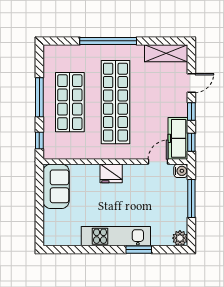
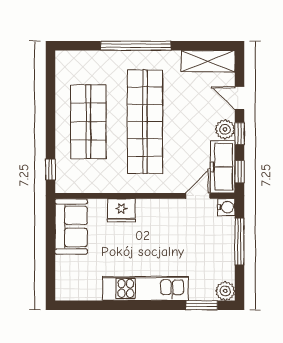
door: (191, 83) -> (239, 98), swing flipped
window: (39, 97) -> (50, 116), removed
plant: (180, 108) -> (225, 129), added
fridge: (111, 173) -> (121, 210), moved
window: (139, 250) -> (202, 305), moved

